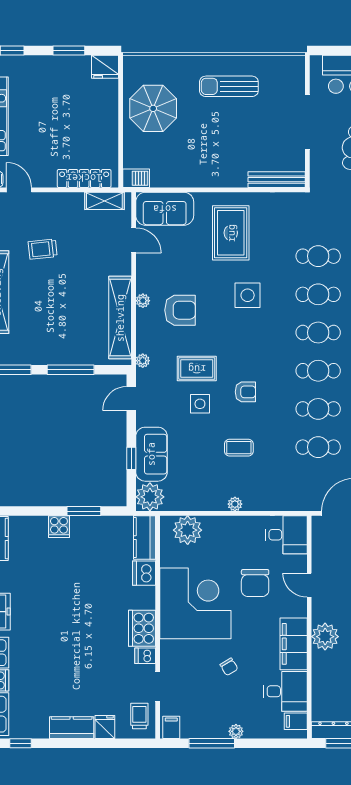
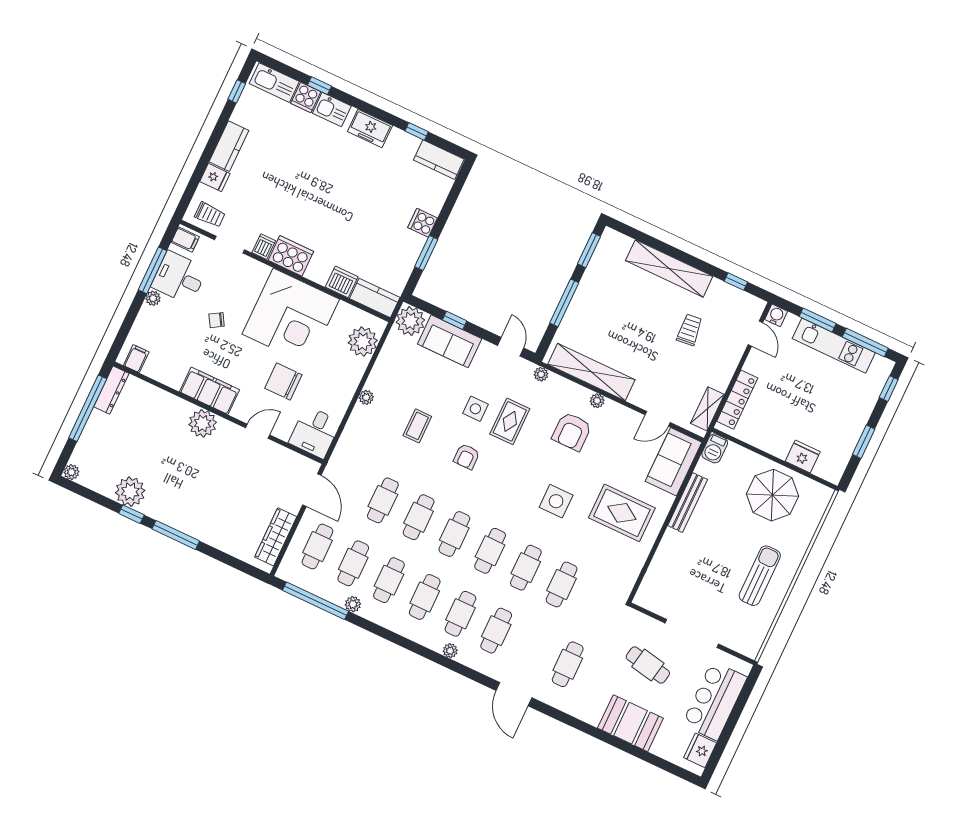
fridge: (105, 67) -> (803, 456), moved, turned 90
bench: (277, 180) -> (688, 503), moved
door: (19, 190) -> (755, 334), hinge flipped
desk: (285, 691) -> (179, 278), moved, turned 90

